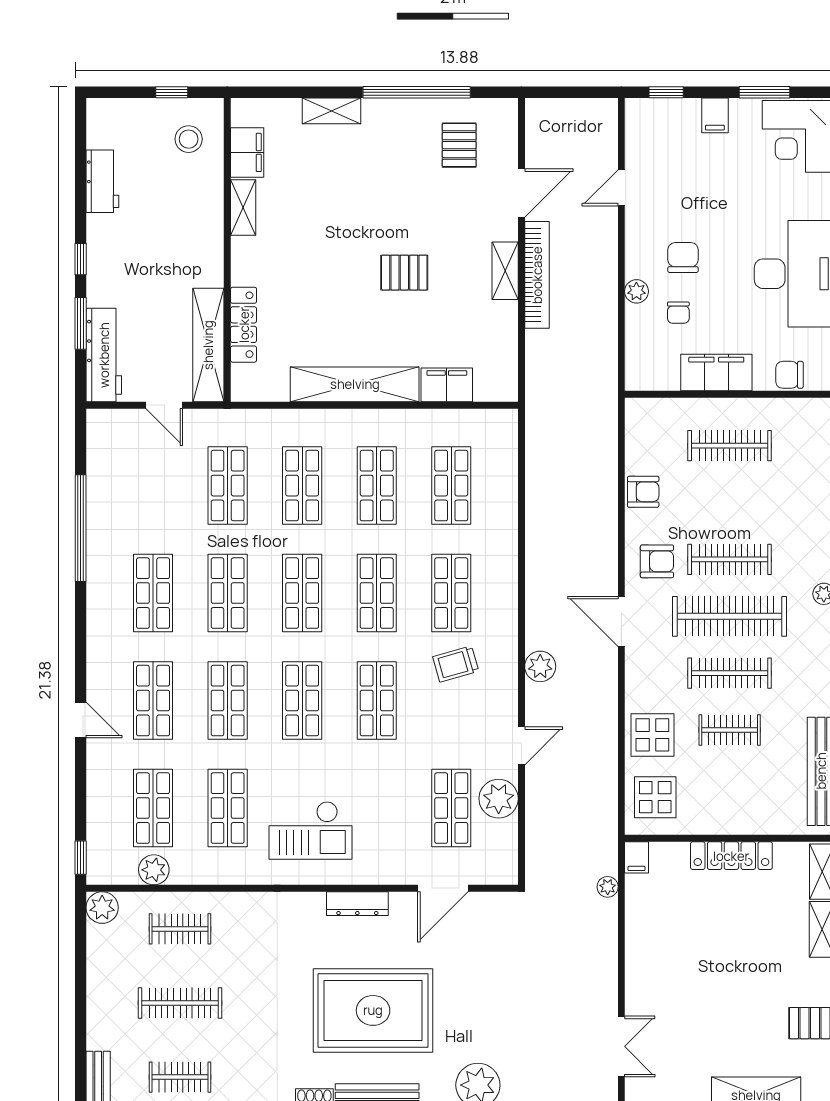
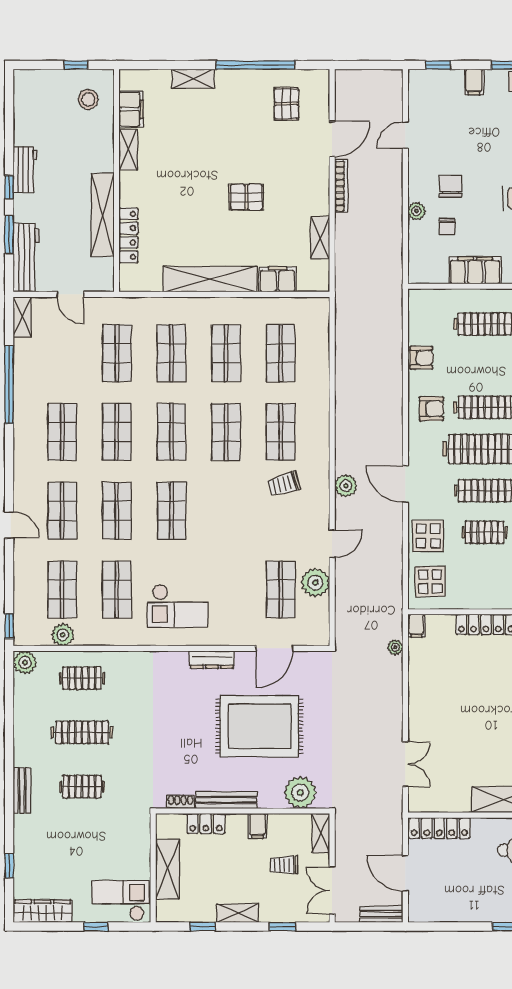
workbench: (102, 181) -> (25, 170), moved
shelving: (505, 271) -> (320, 237), moved
bookcase: (537, 275) -> (341, 186), width x0.68, depth x0.76
shelving: (208, 345) -> (103, 215), moved
shelving: (98, 436) -> (22, 317), added
door: (621, 621) -> (405, 484), moved
shop shelf: (377, 701) -> (226, 511), removed
rug: (373, 1010) -> (259, 726), moved

